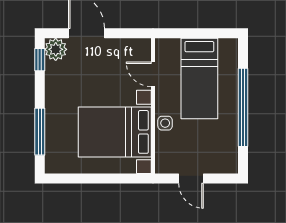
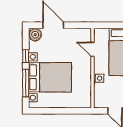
window: (40, 60) -> (26, 56), moved
bed with nightstands: (115, 132) -> (50, 77), moved, turned 180

